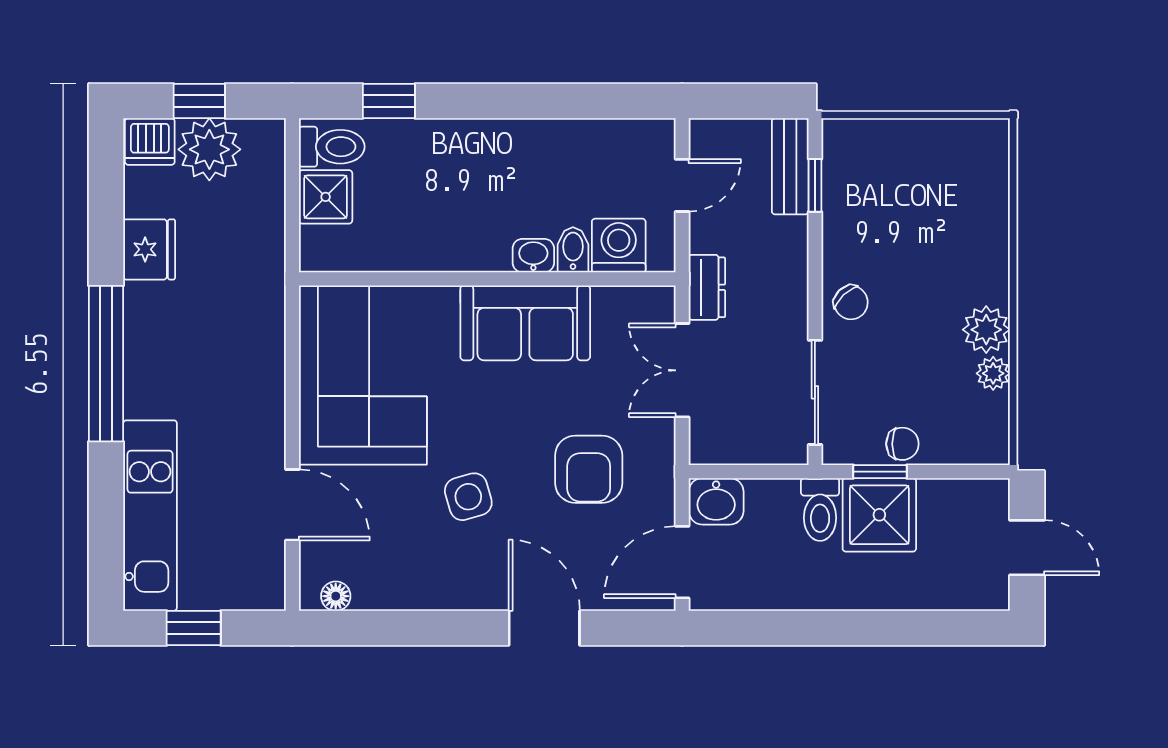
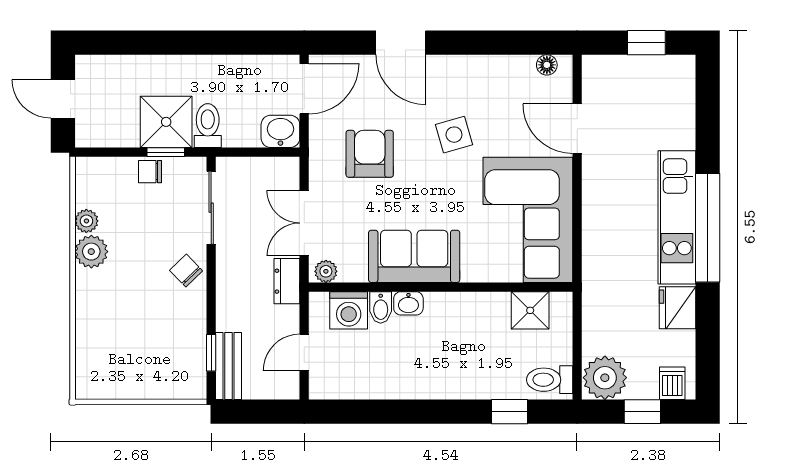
dishwasher: (150, 142) -> (672, 383), width x0.73
plant: (209, 149) -> (605, 378), moved
shower: (326, 197) -> (530, 310), moved
plant: (651, 301) -> (326, 271), added
double door: (682, 370) -> (304, 223), swing flipped
kitchen unit: (150, 516) -> (677, 217), moved

